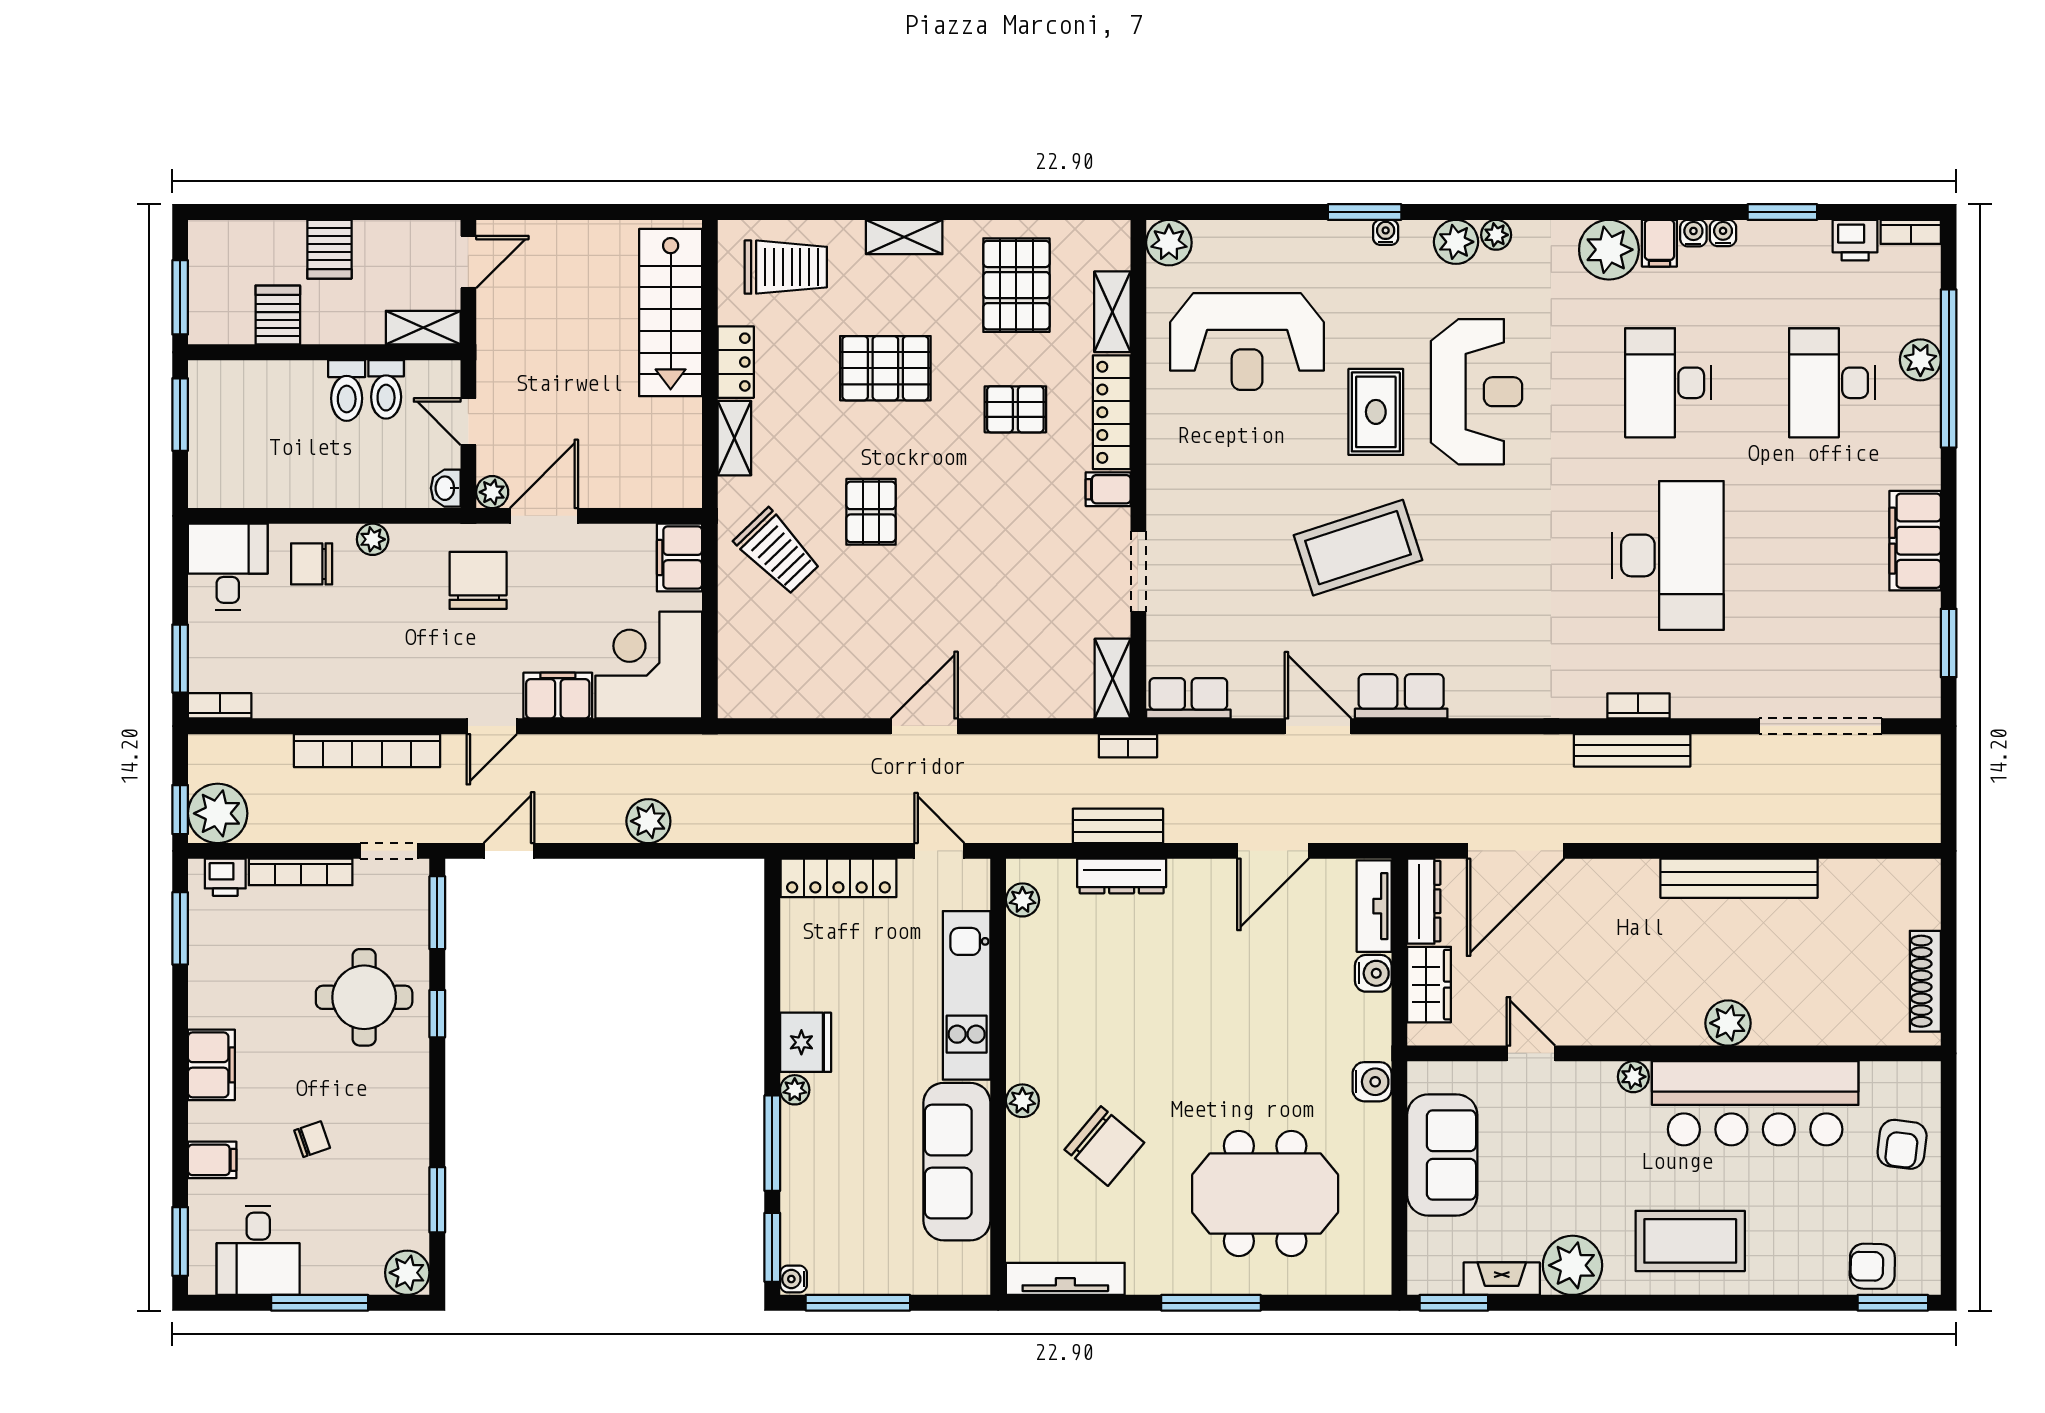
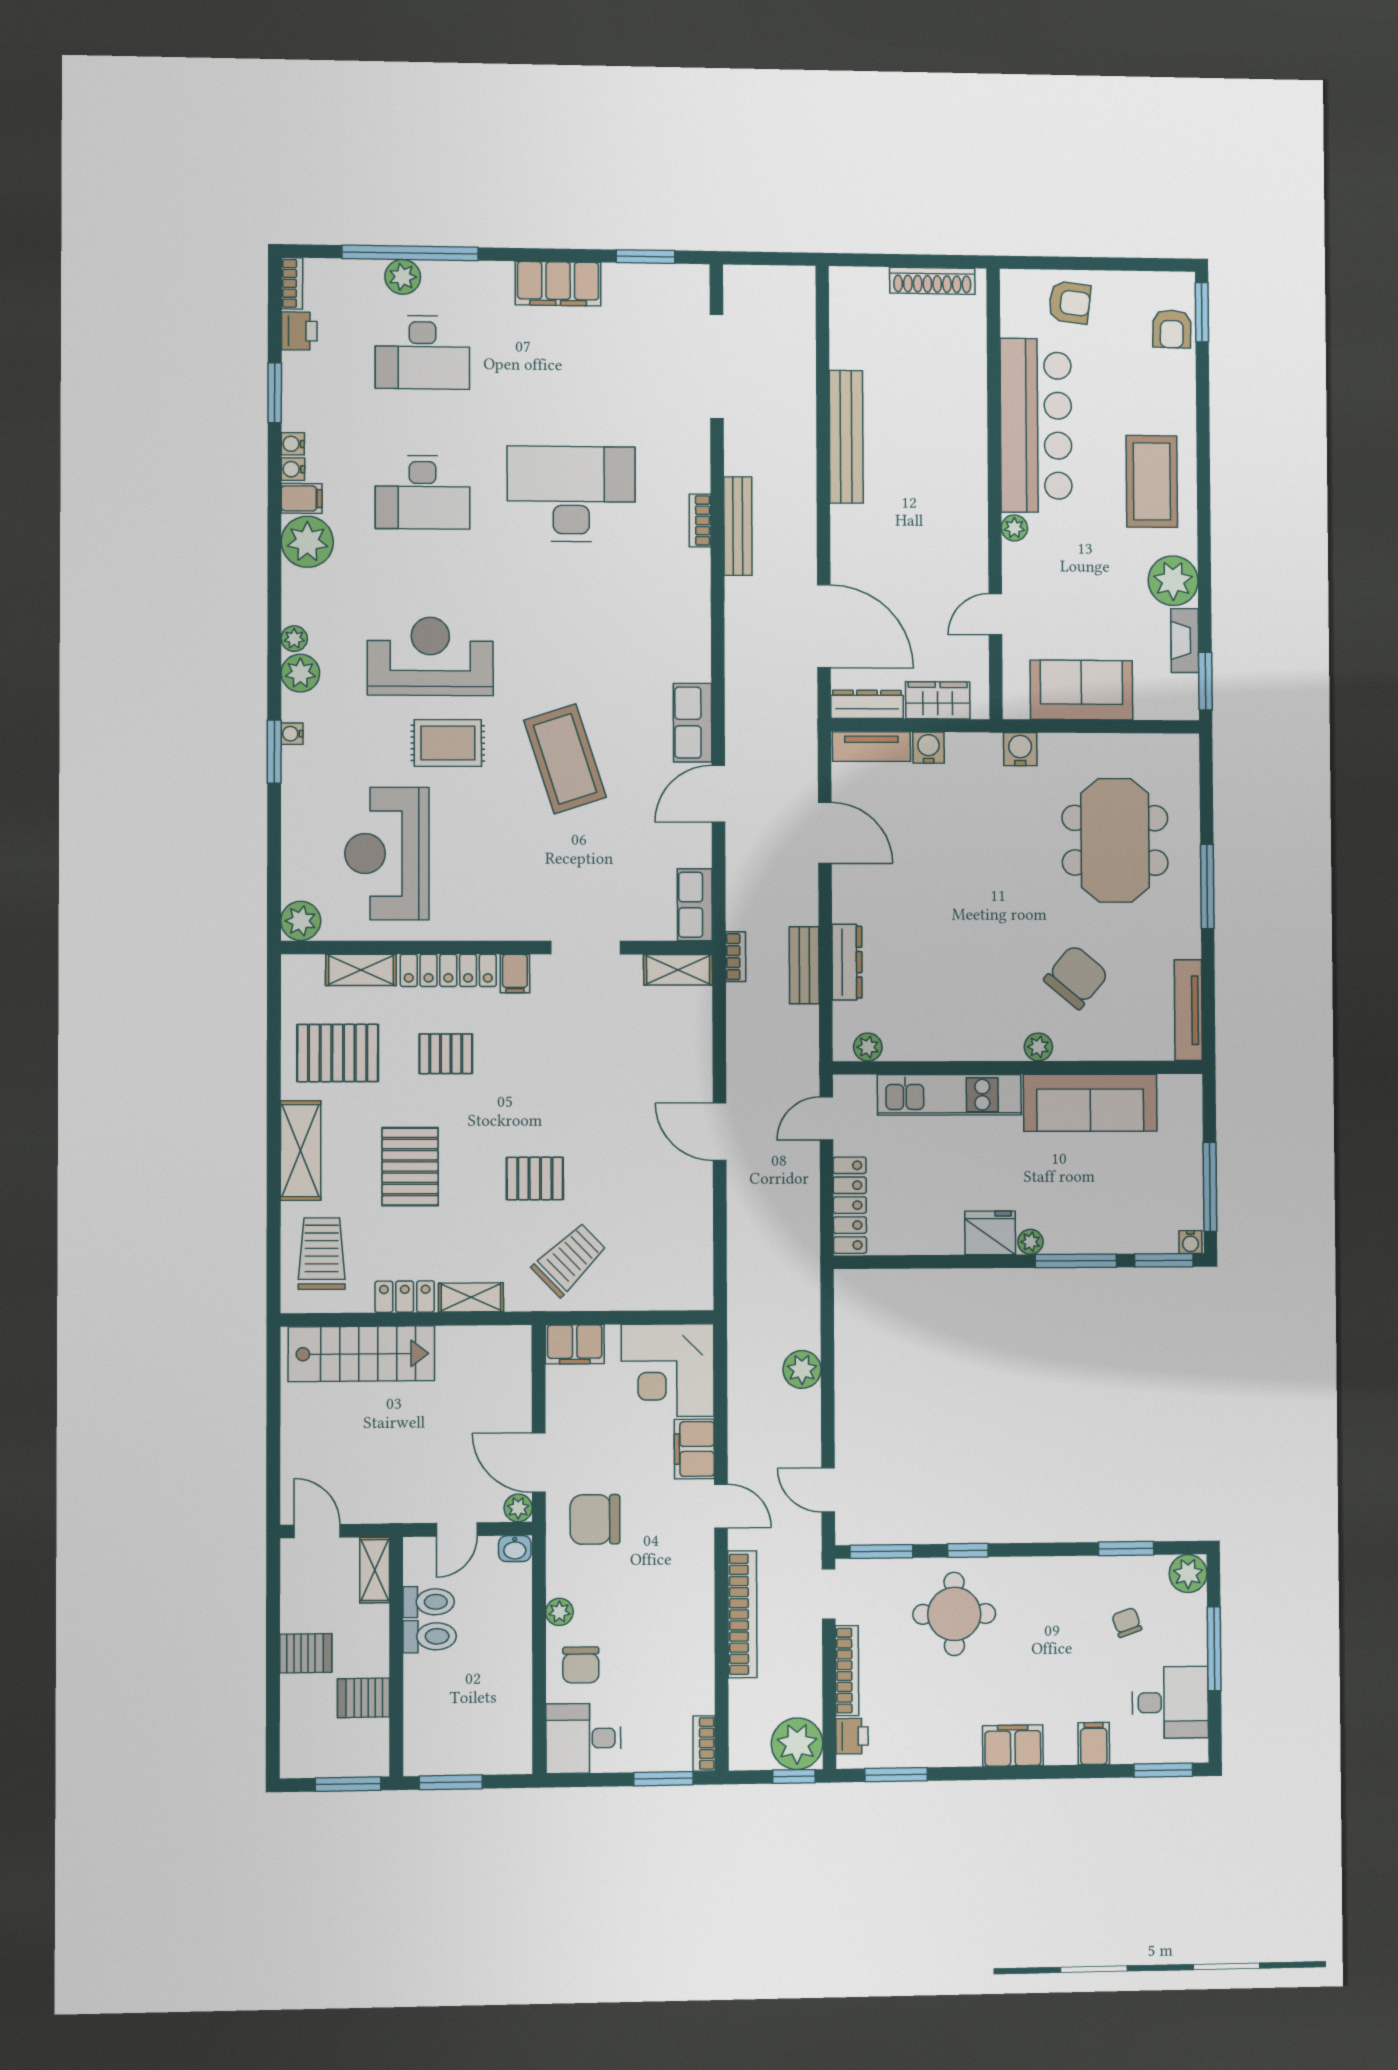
shelving: (904, 237) -> (301, 1151), width x1.50, depth x1.33
reception desk: (1247, 342) -> (387, 854), turned 180
pallet: (1015, 409) -> (446, 1054), turned 90
plant: (1728, 1023) -> (969, 448), removed
chair: (312, 1139) -> (1127, 1622), moved

